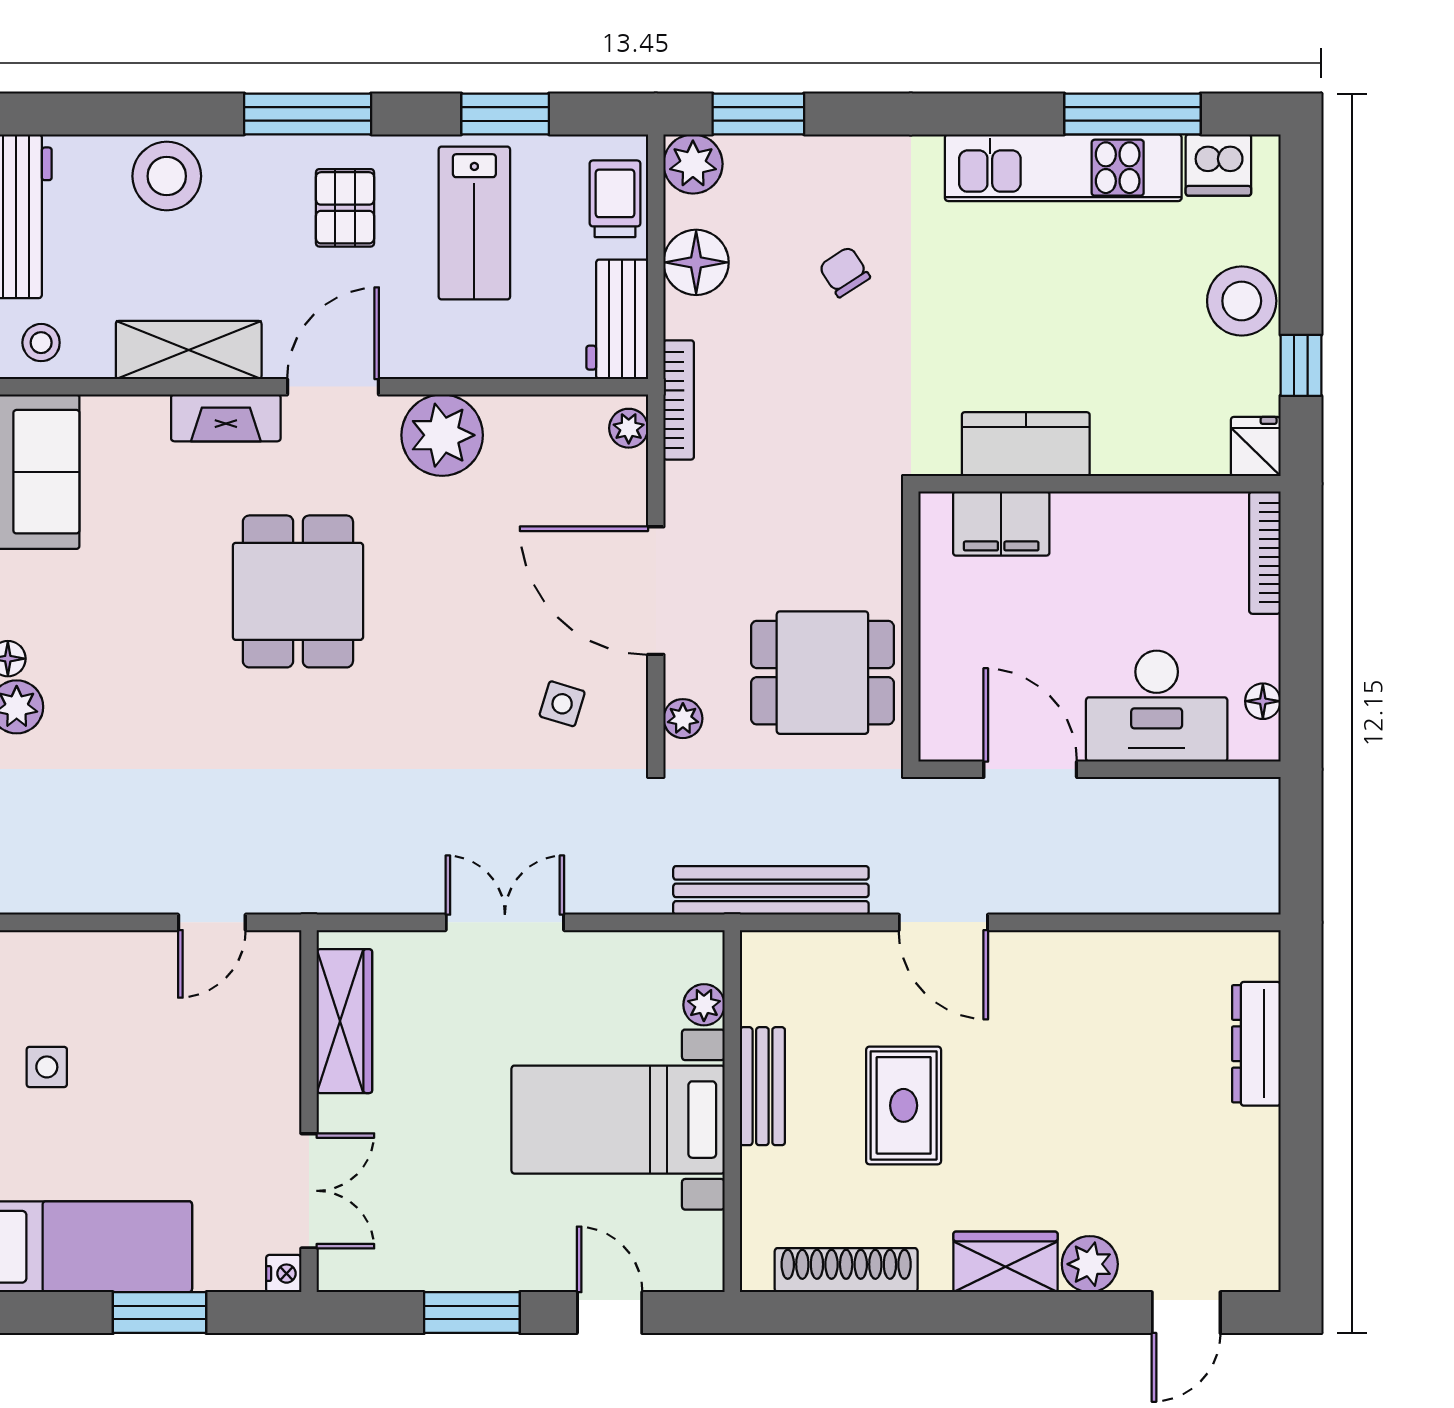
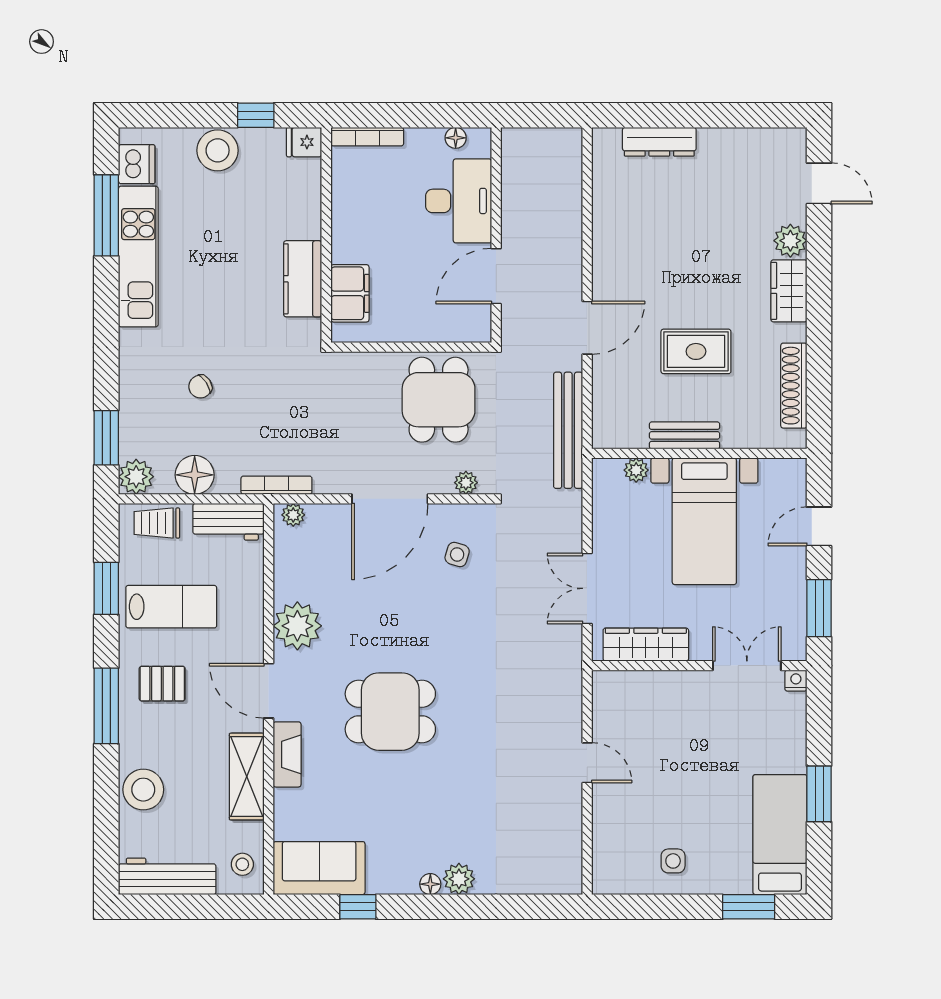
wardrobe: (344, 1021) -> (646, 645), moved
wall: (309, 1111) -> (699, 666), moved
double door: (309, 1191) -> (747, 666), moved
nightstand: (284, 1274) -> (796, 681), moved

